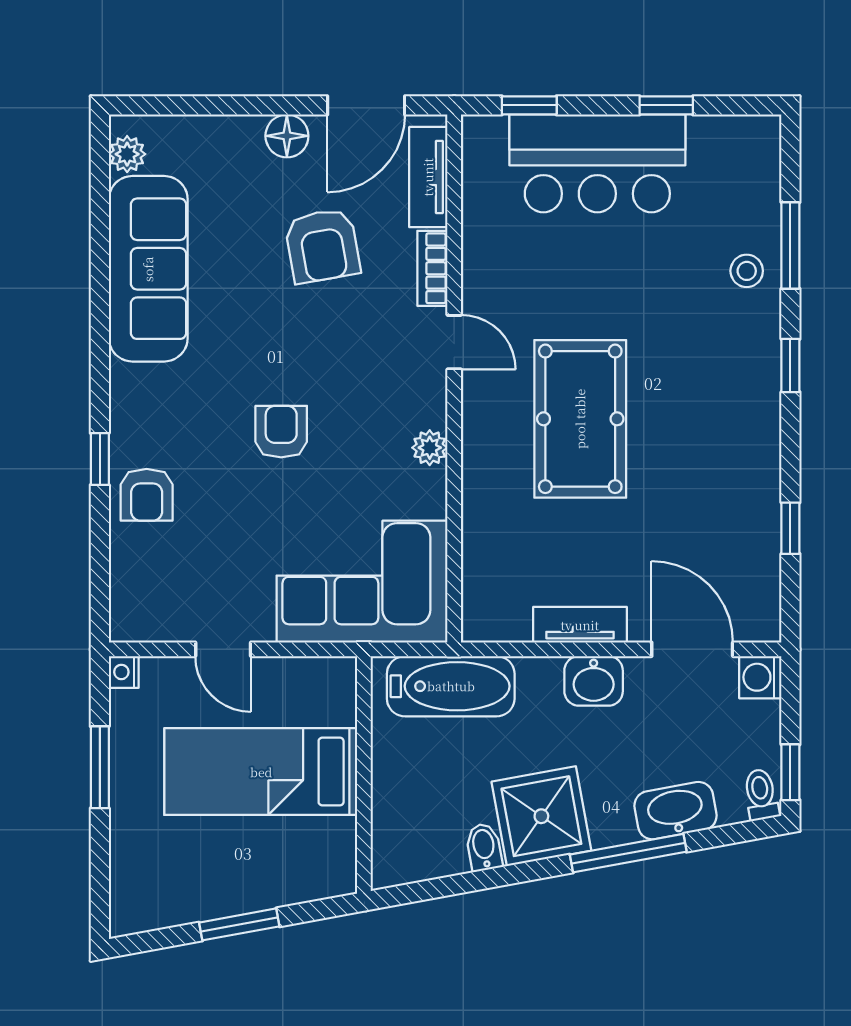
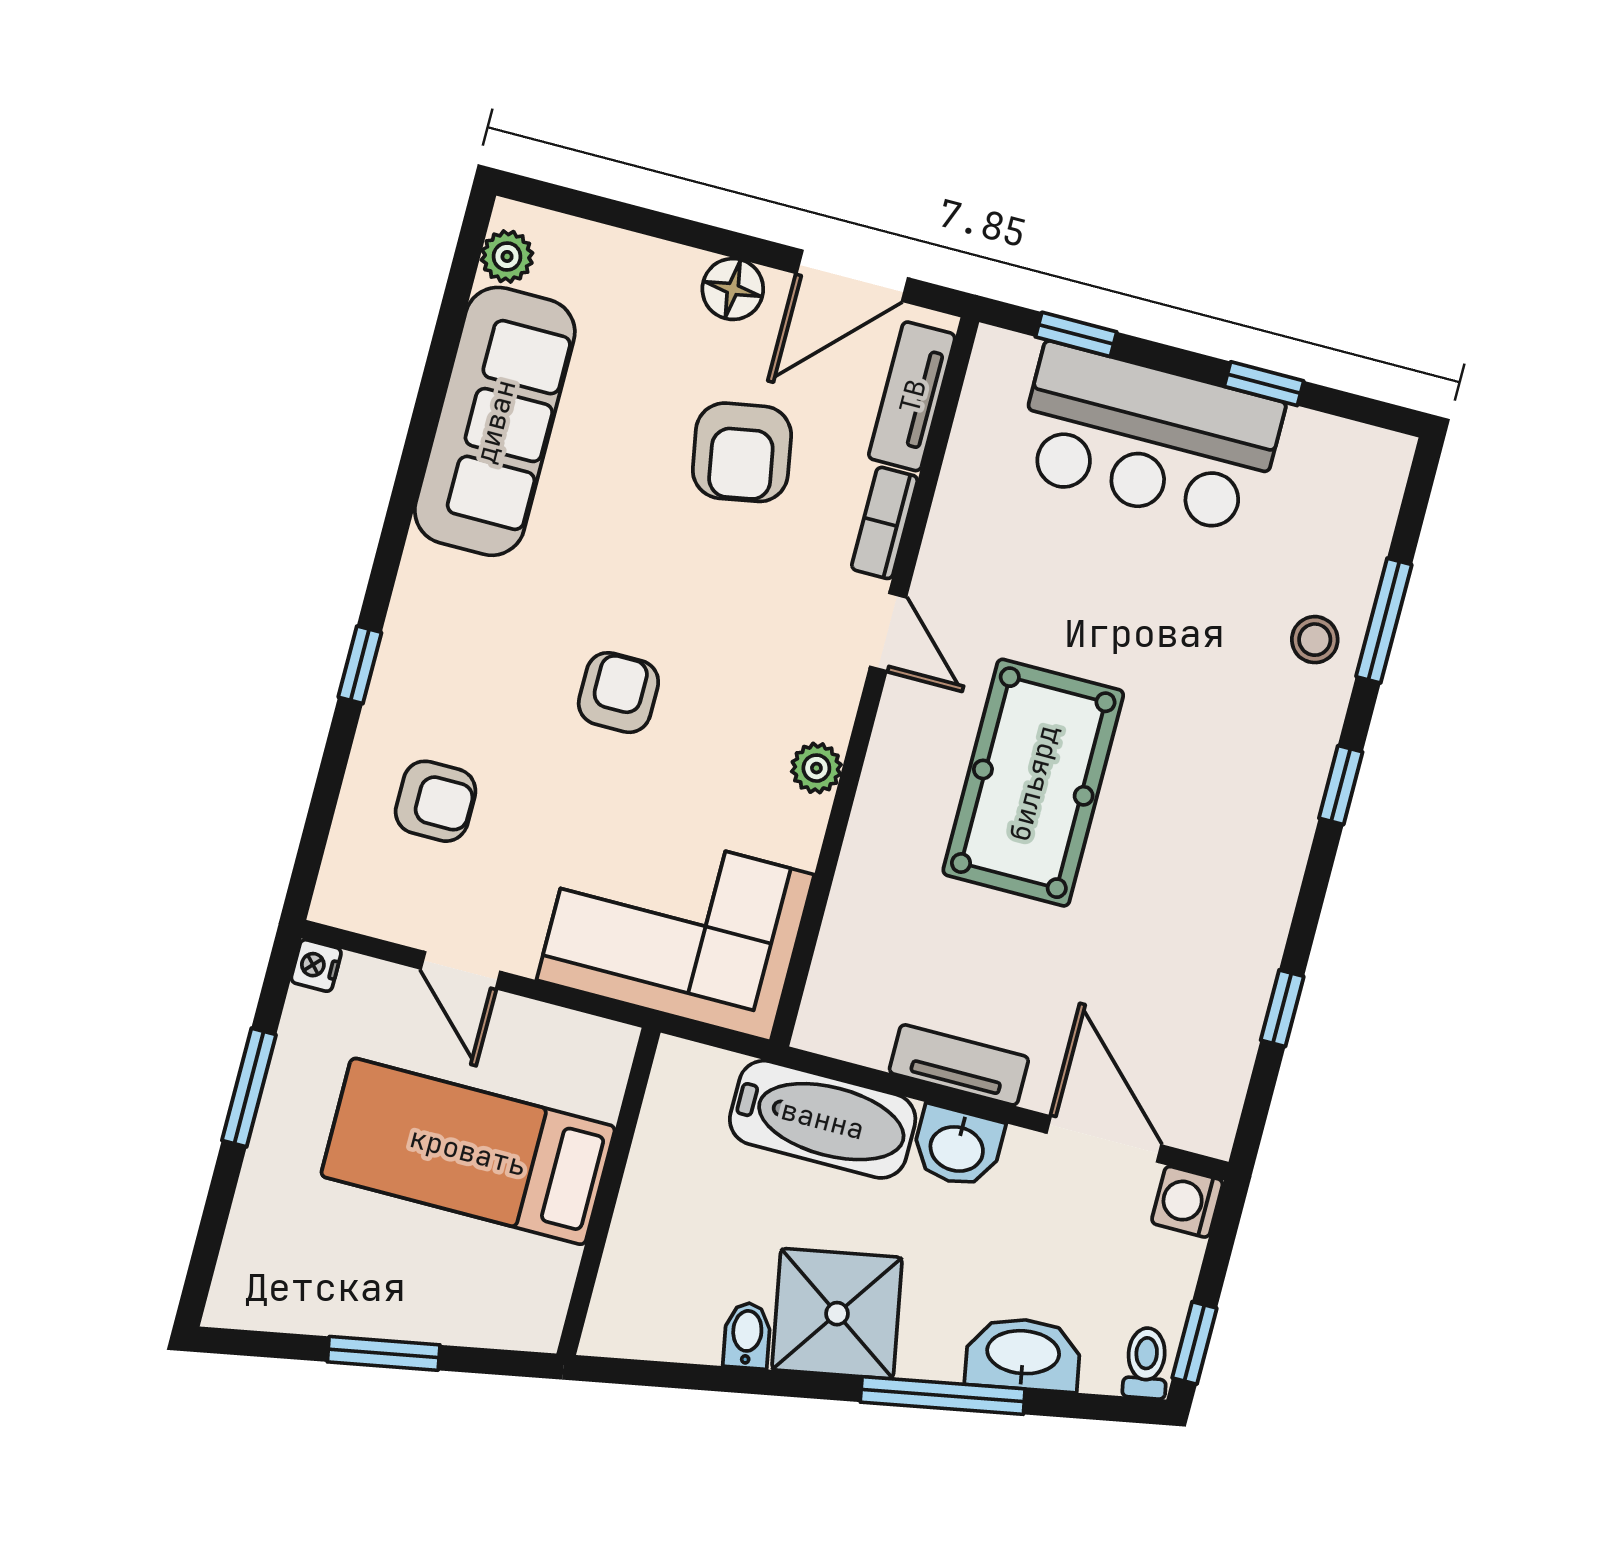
armchair: (147, 495) -> (436, 801), moved, turned -90
bathtub: (451, 686) -> (823, 1119), moved

